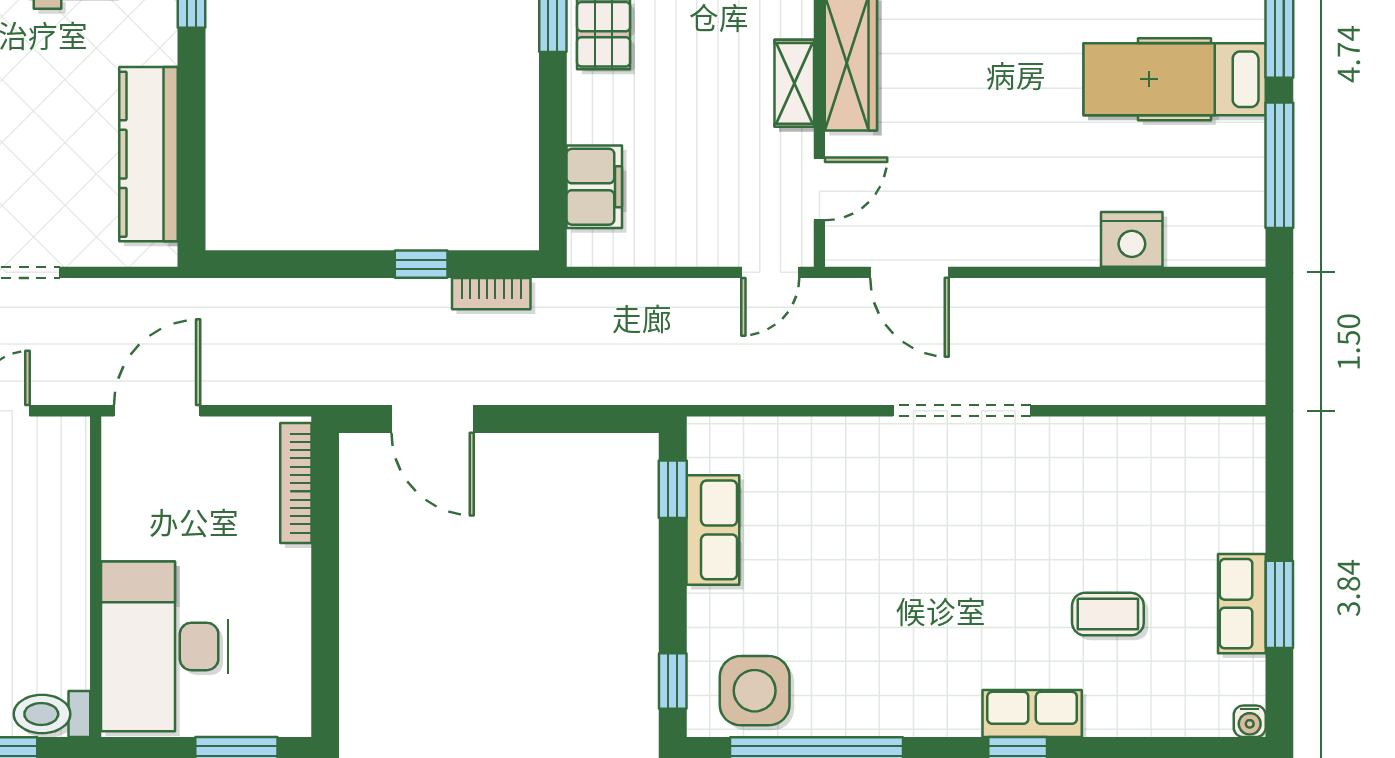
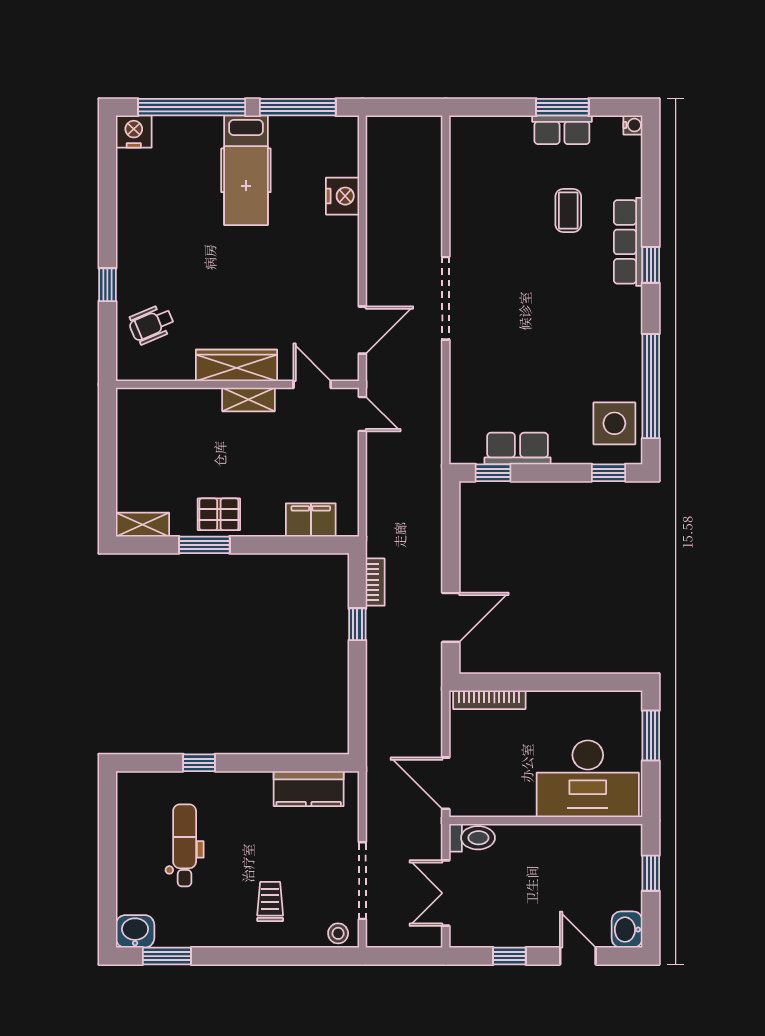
kitchen counter: (149, 154) -> (309, 789), width x0.67
row of seats: (1032, 713) -> (628, 242), width x1.48
toilet: (52, 714) -> (472, 838), moved, turned -90

